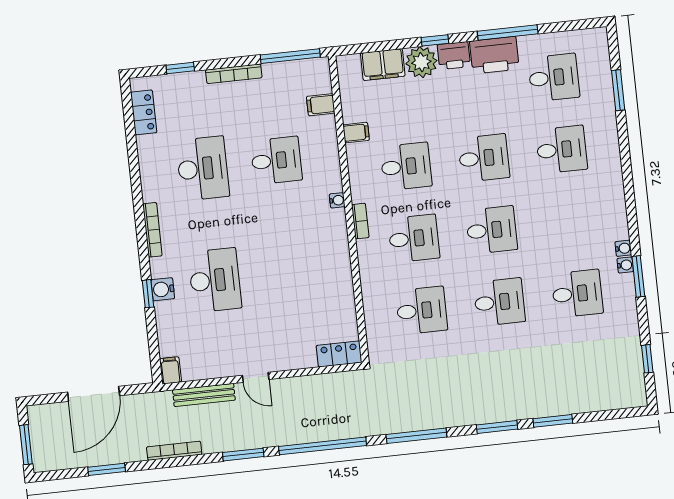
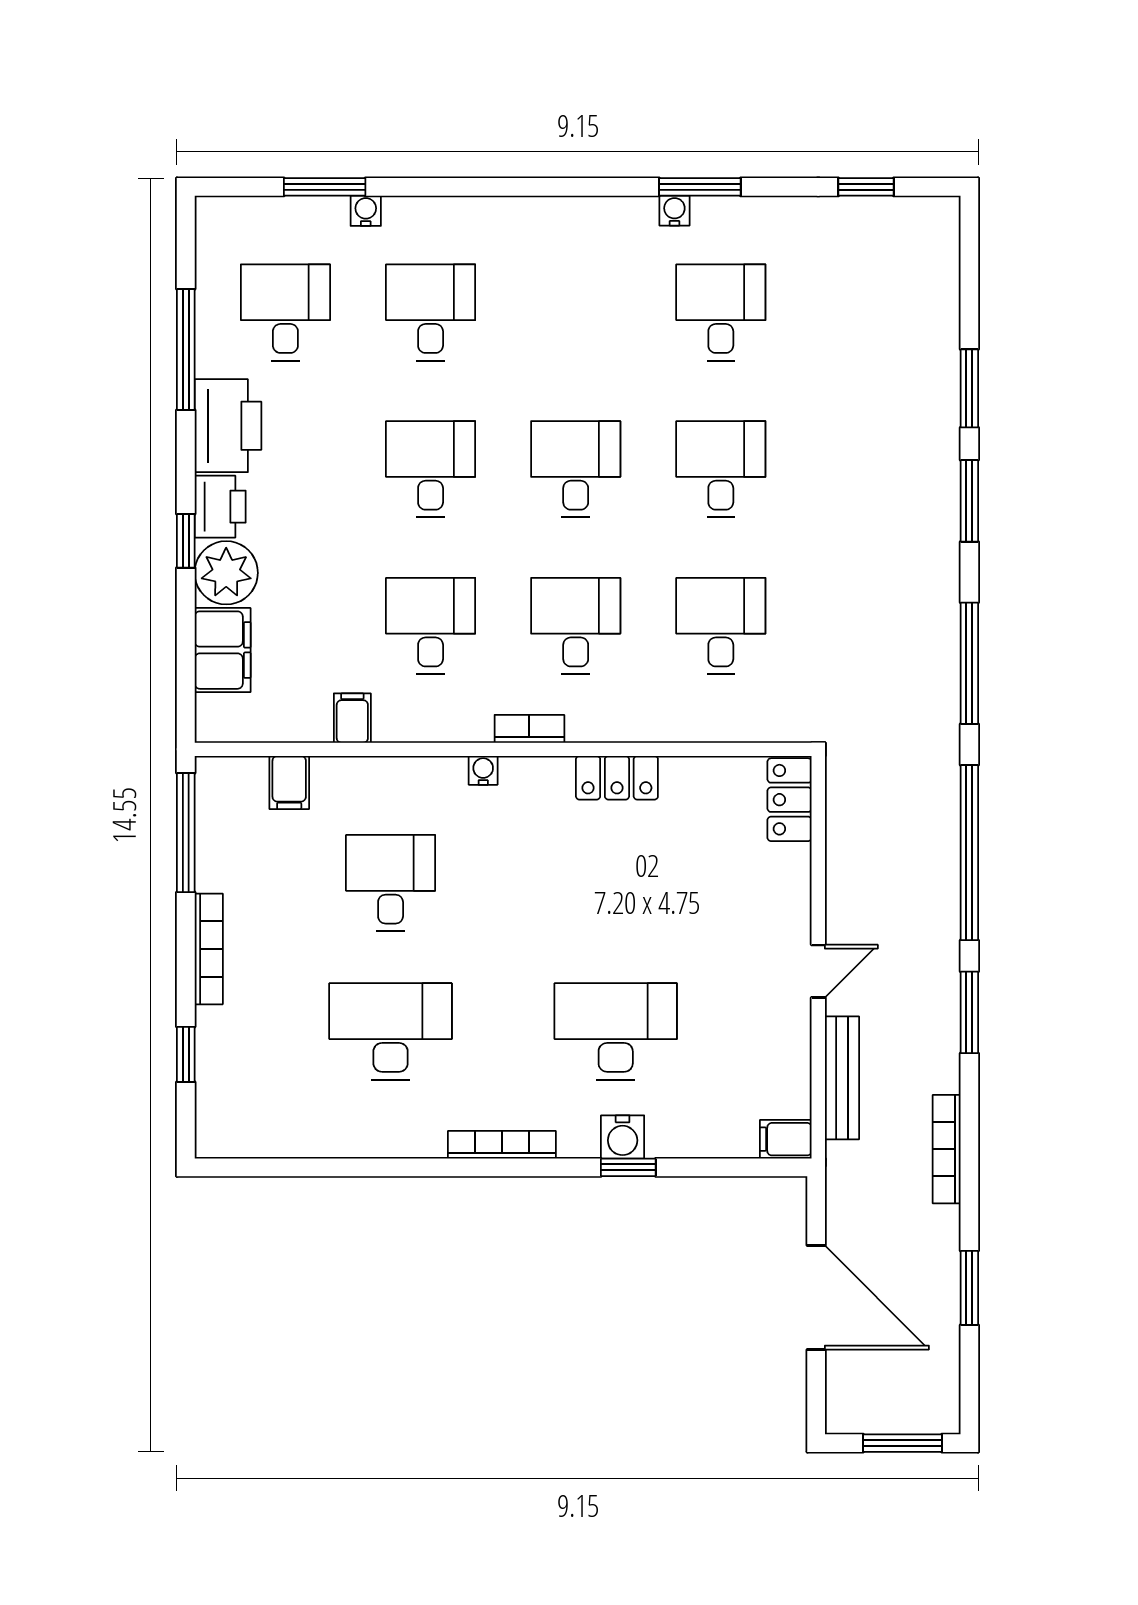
window: (508, 32) -> (186, 349), moved
locker: (144, 112) -> (617, 778), moved, turned 180
water cooler: (623, 248) -> (366, 211), moved

